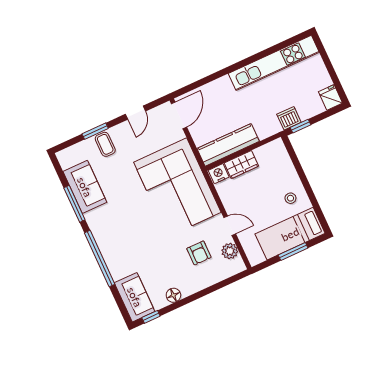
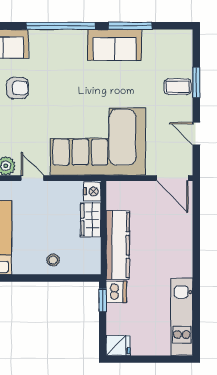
kitchen unit: (274, 63) -> (182, 317), width x0.73
kitchen counter: (228, 145) -> (118, 245), moved
sofa: (85, 187) -> (115, 45), moved
stool: (290, 198) -> (53, 260), moved
door: (230, 226) -> (32, 178), swing flipped
armchair: (199, 253) -> (18, 88), moved, turned 180

